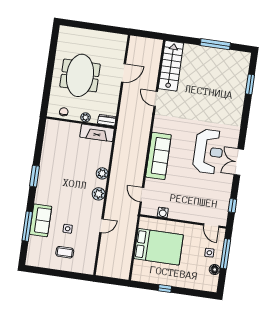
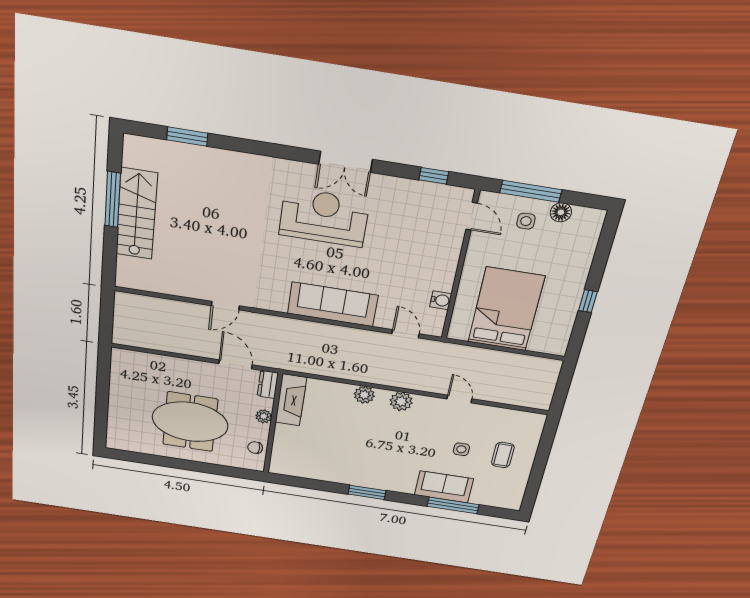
stairs: (171, 66) -> (137, 214), moved, turned 90
door: (124, 73) -> (236, 364), moved
door: (142, 195) -> (406, 334), swing flipped
door: (211, 226) -> (472, 216), hinge flipped

